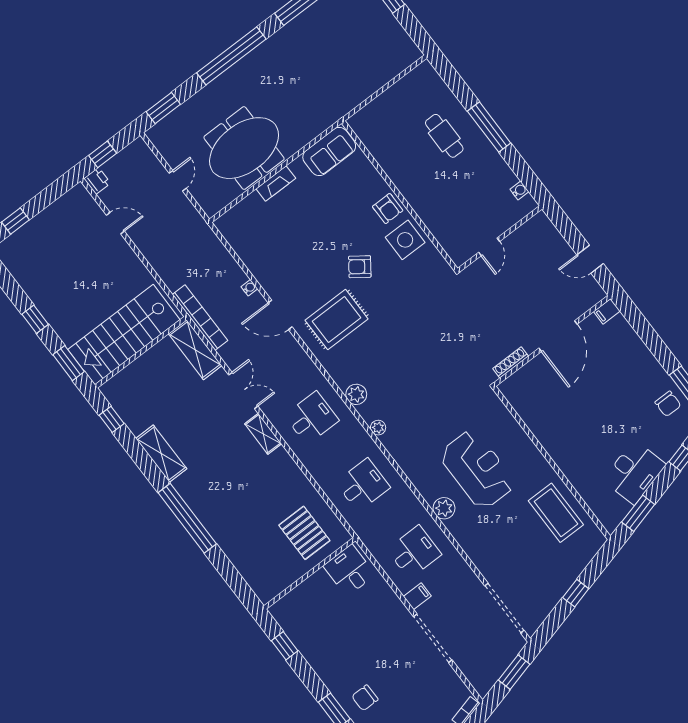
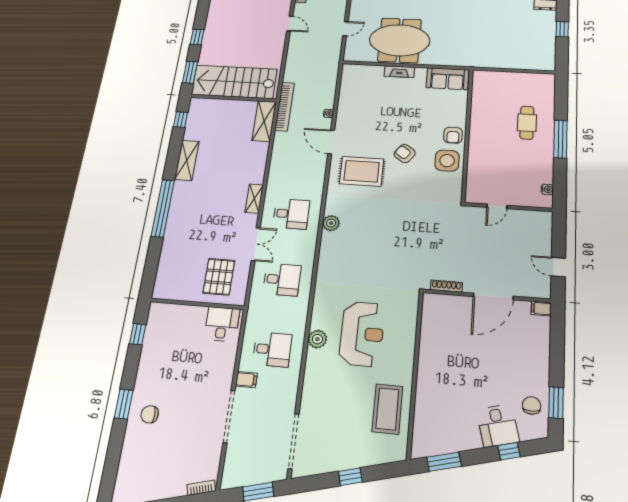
double door: (243, 390) -> (256, 244), moved
chair: (668, 404) -> (532, 405), turned 180
plant: (378, 428) -> (325, 254), removed
desk: (634, 472) -> (498, 426), moved, width x0.73

